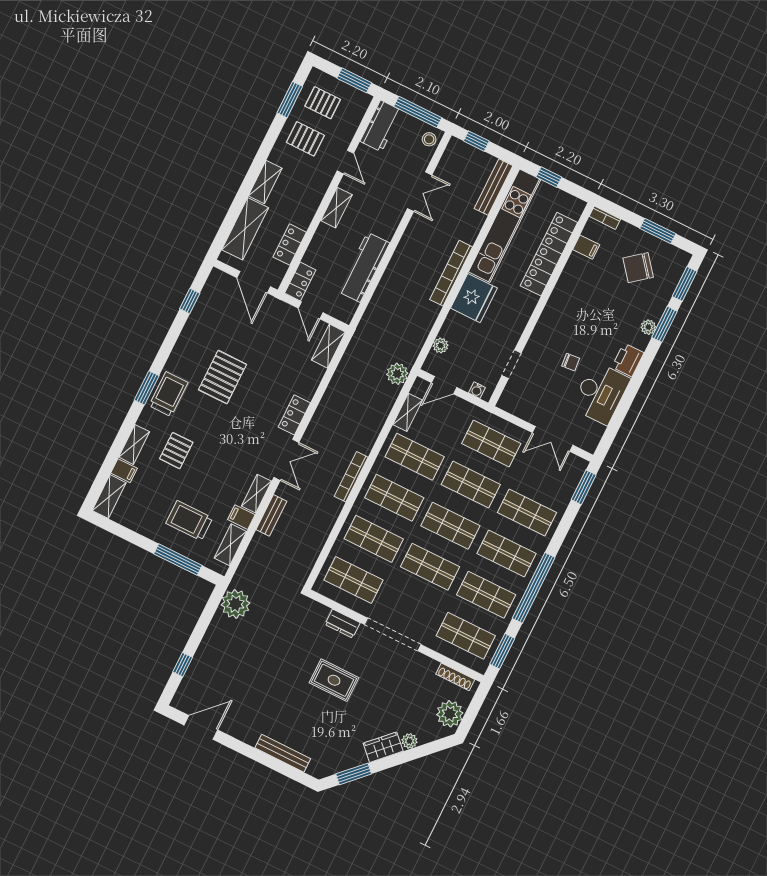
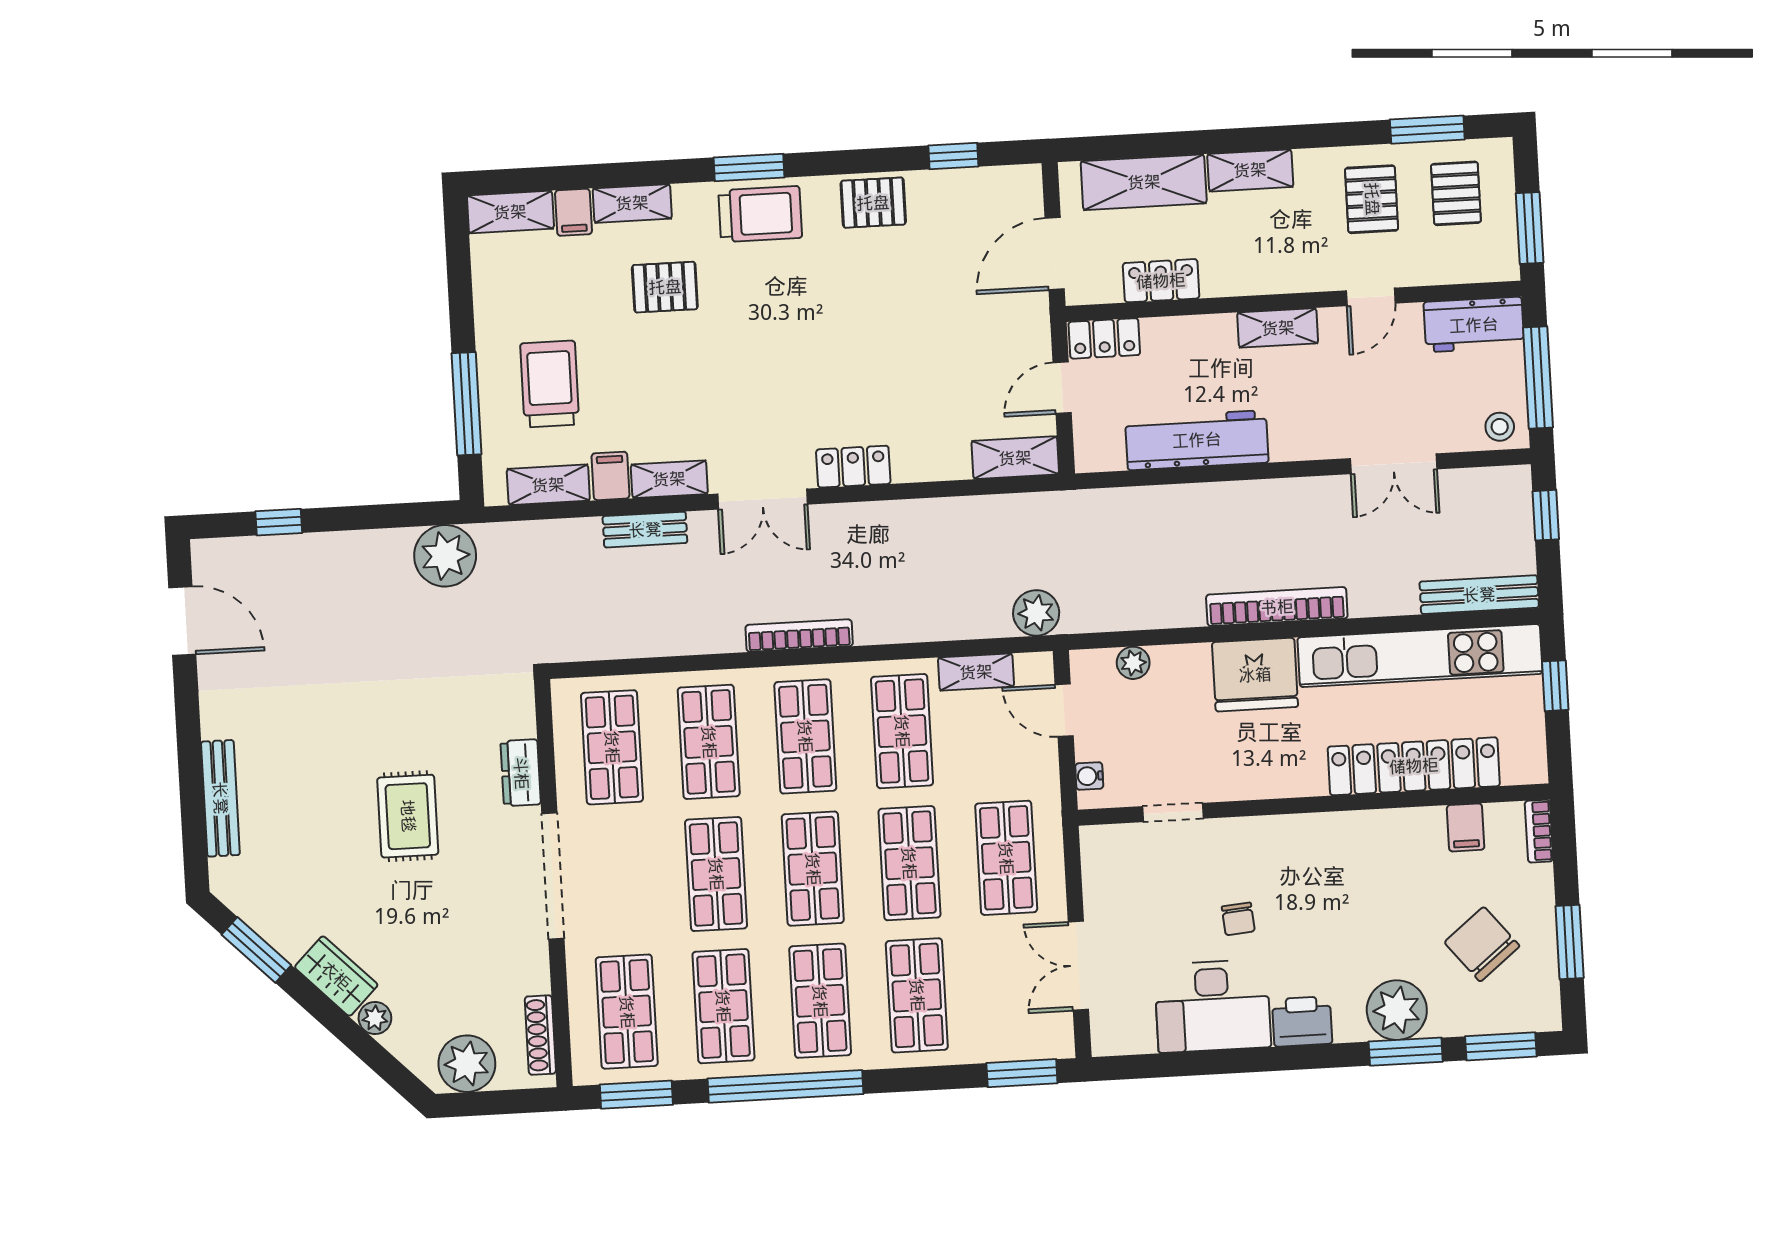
plant: (648, 327) -> (1397, 1010), width x1.87, depth x1.87
pallet: (223, 377) -> (873, 203), moved, width x0.67, depth x0.71

